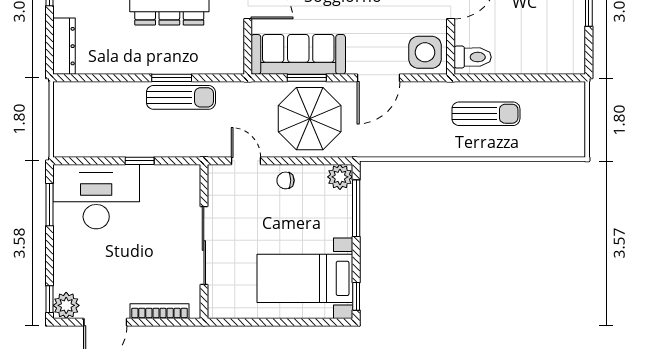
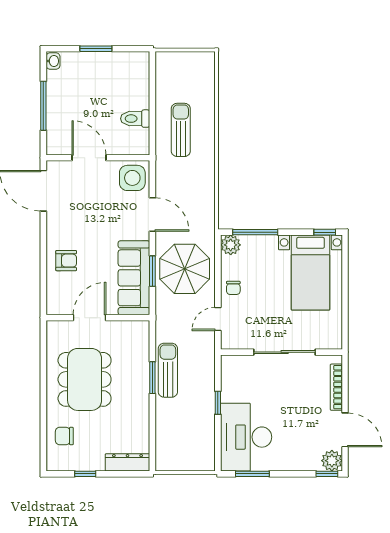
toilet: (473, 57) -> (135, 119), moved, turned -90

